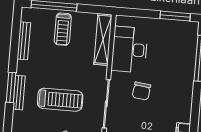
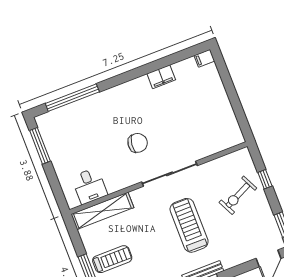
desk: (129, 50) -> (89, 186), width x0.53, depth x0.77

